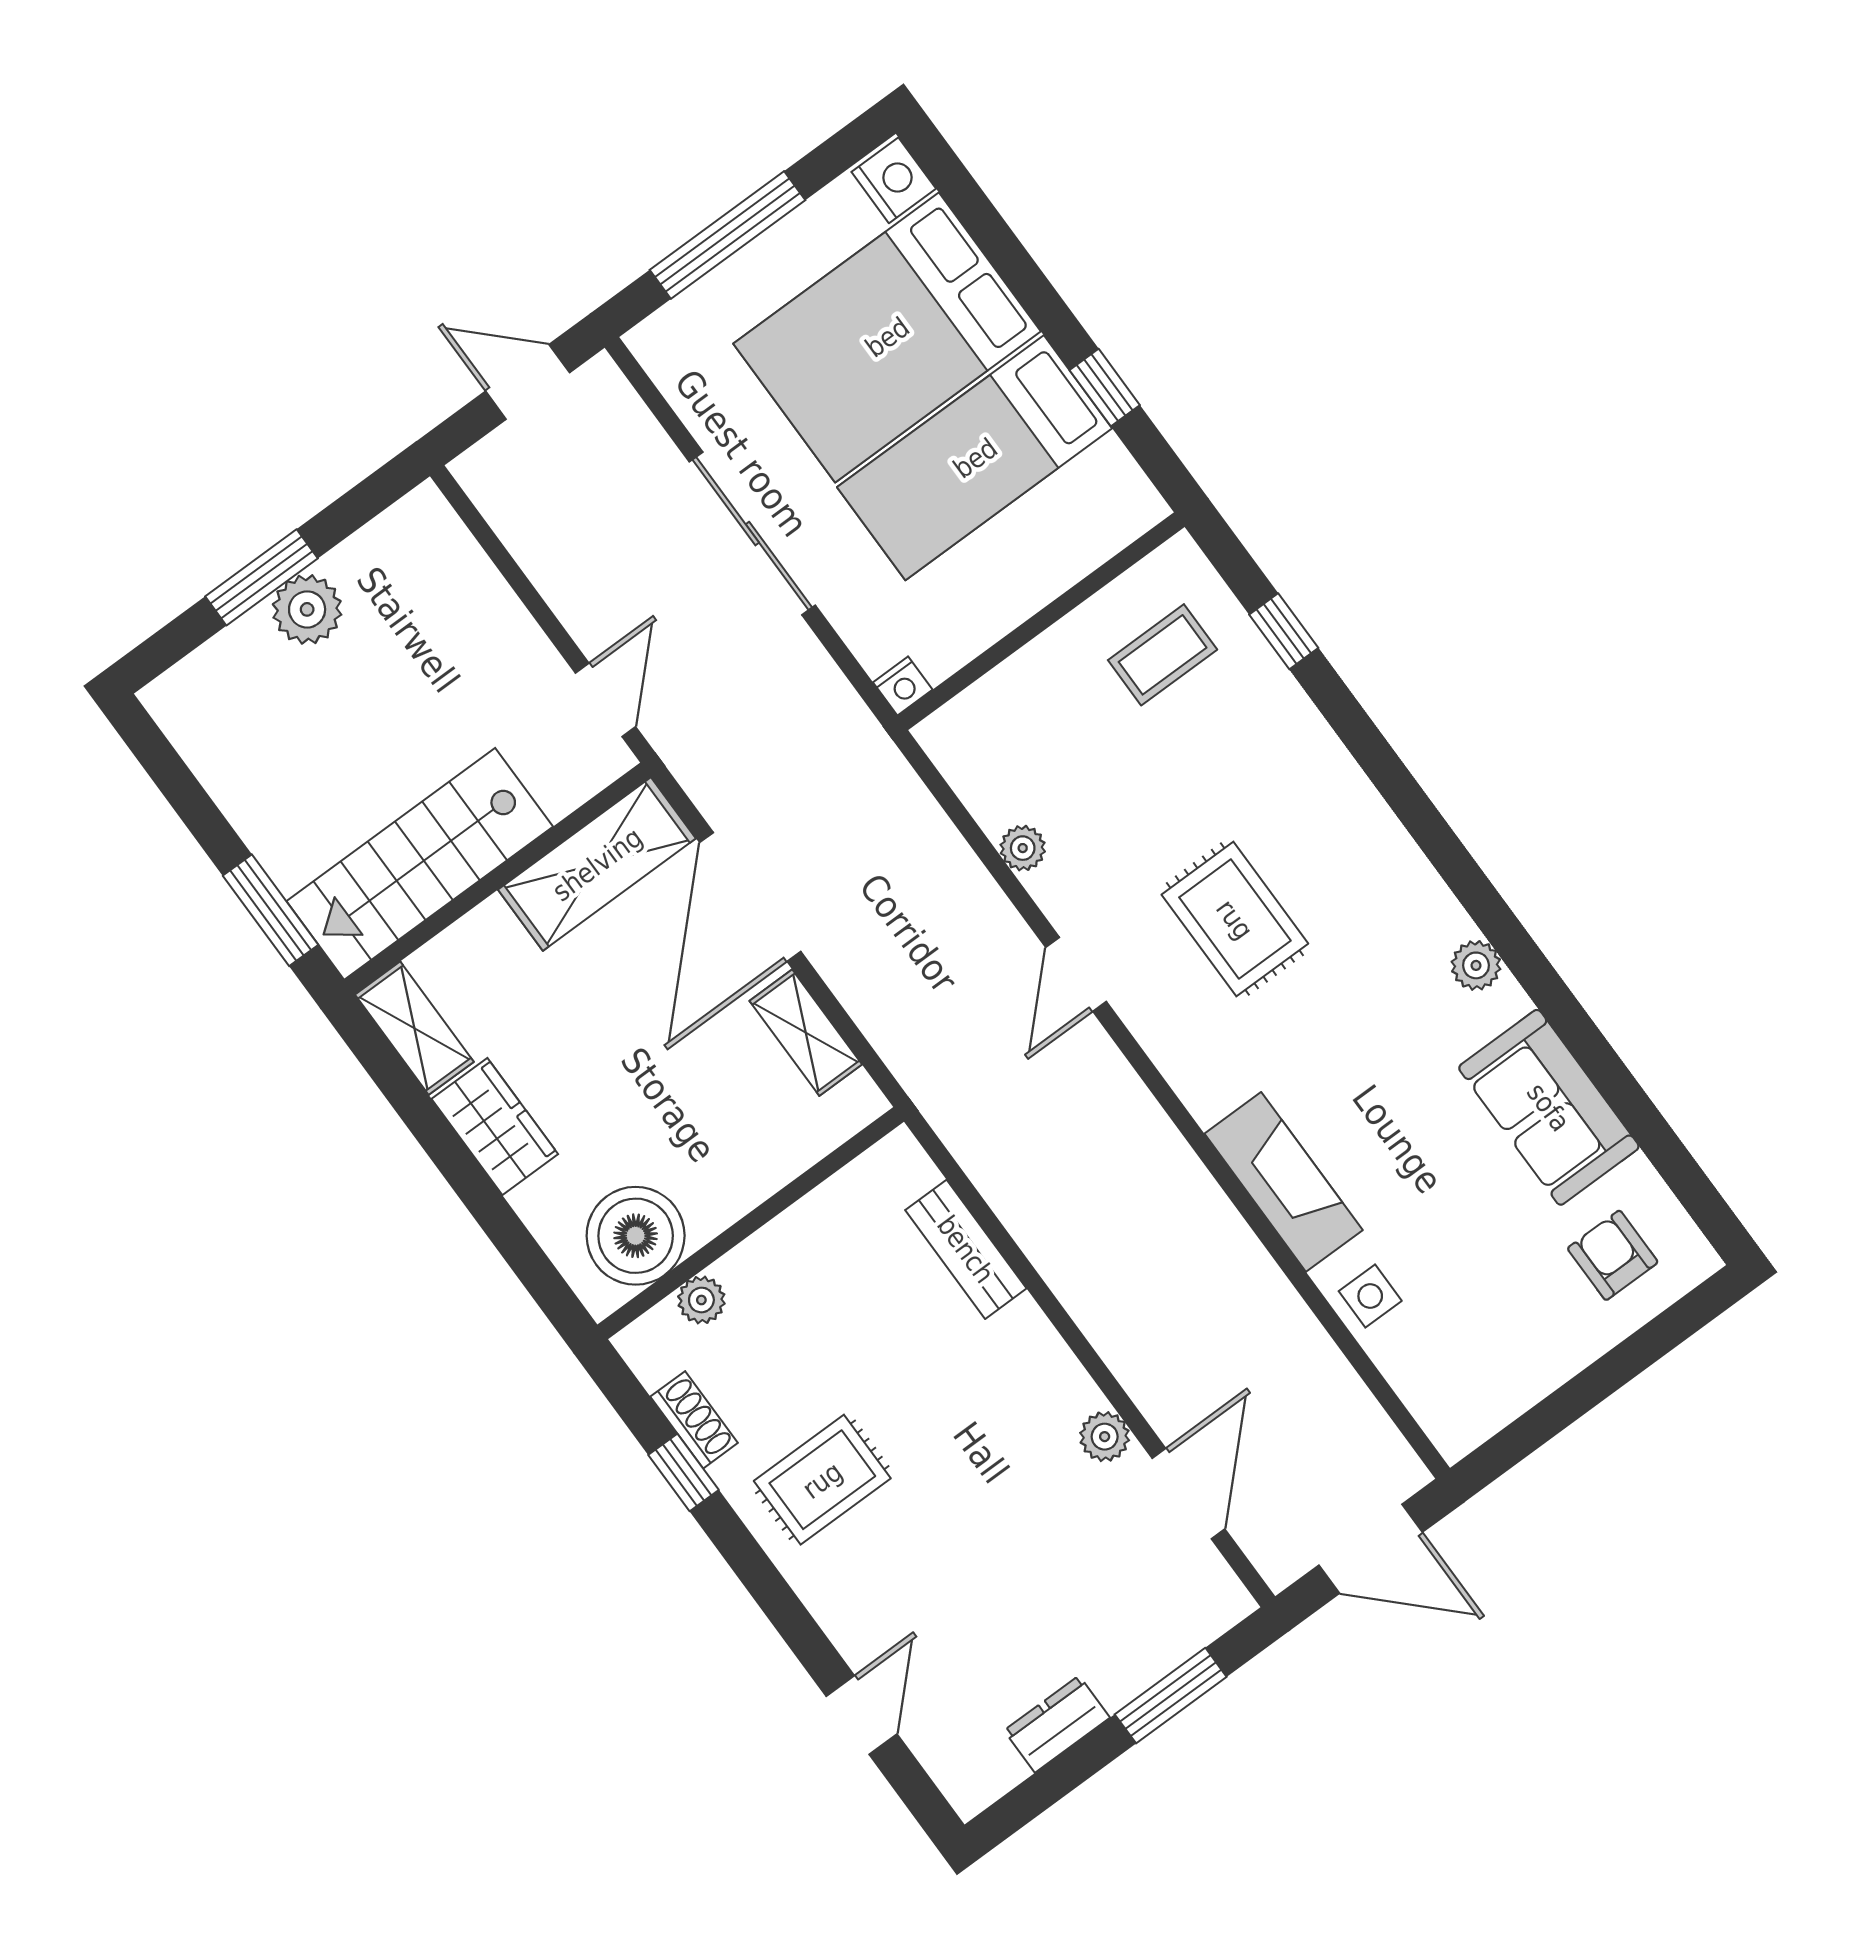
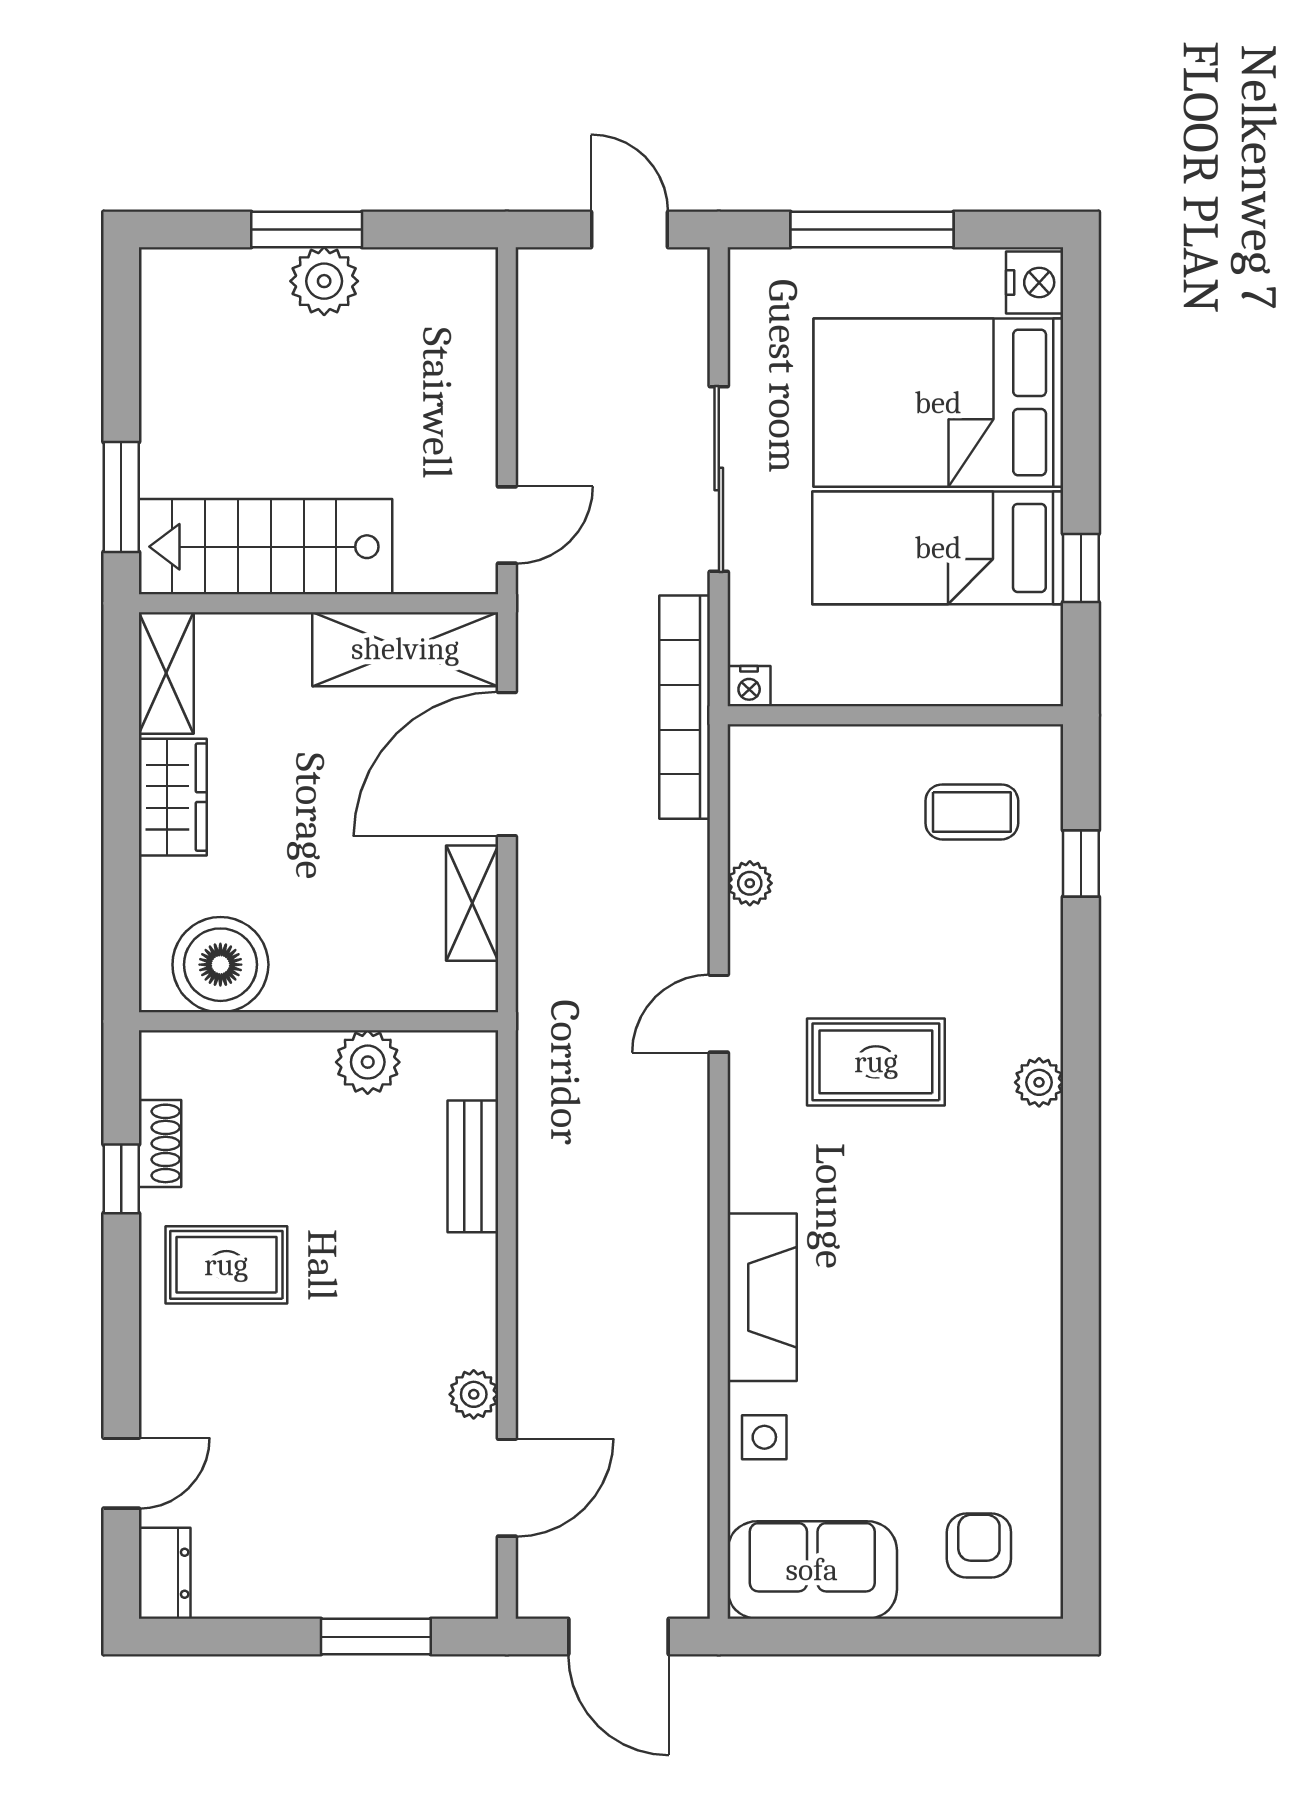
bookcase: (862, 742) -> (685, 707), added
rug: (1235, 919) -> (876, 1062), turned 90
plant: (1476, 965) -> (1039, 1082), moved
sofa: (1549, 1107) -> (812, 1570), moved, turned 90
plant: (701, 1300) -> (368, 1062), moved, width x1.38, depth x1.38
dresser: (1057, 1724) -> (165, 1573), moved, turned 90

